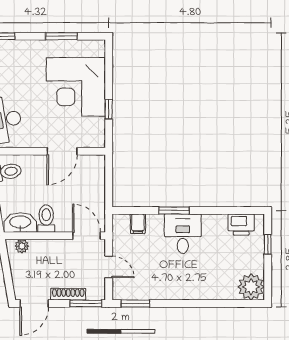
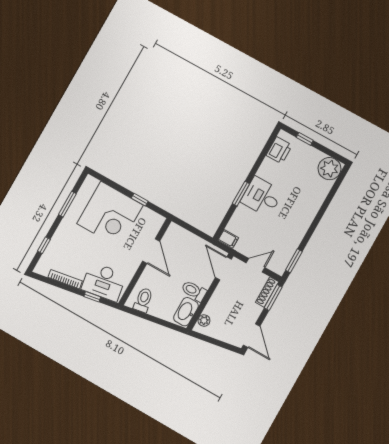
filing cabinet: (138, 224) -> (228, 239), moved
door: (87, 236) -> (223, 268), hinge flipped
shoe rack: (68, 294) -> (267, 292), moved

